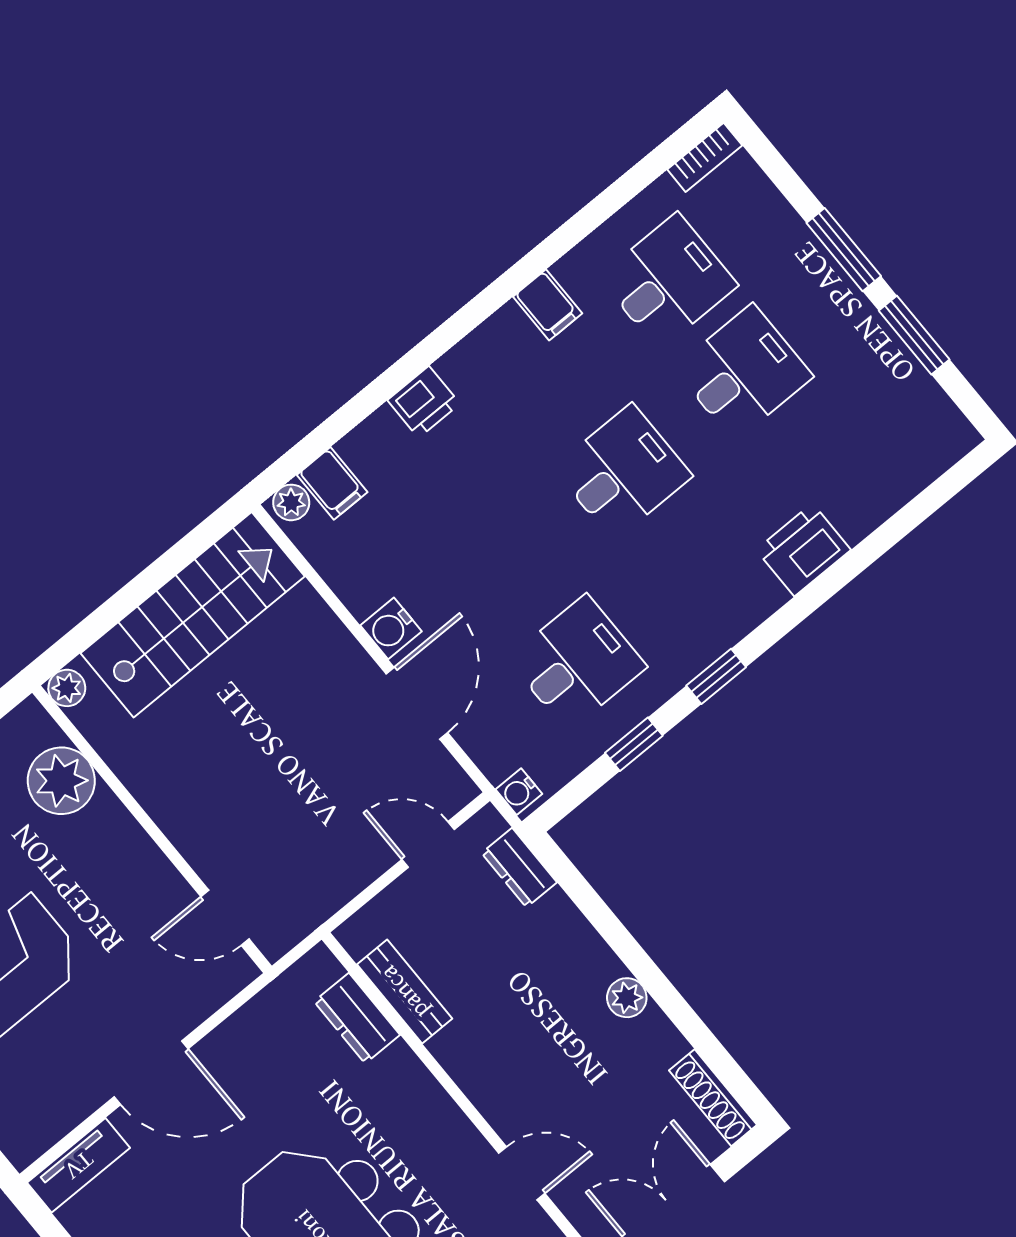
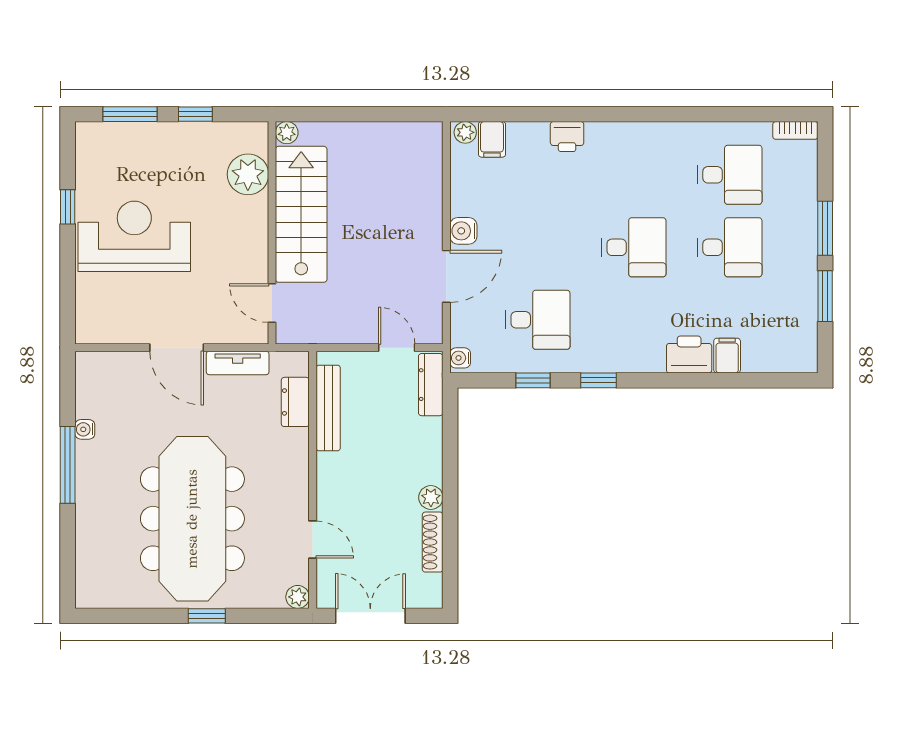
filing cabinet: (548, 305) -> (727, 356), moved, turned 180
stairs: (193, 615) -> (301, 214), moved, turned -90
dresser: (519, 868) -> (431, 385), width x1.44
bench: (405, 992) -> (328, 408), width x1.36
shoe rack: (713, 1098) -> (433, 542), moved
tv unit: (78, 1165) -> (238, 363), moved

